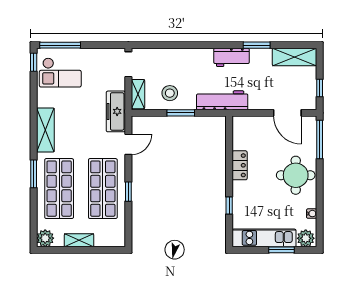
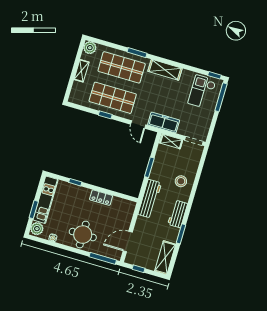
stool: (170, 93) -> (181, 181), moved

